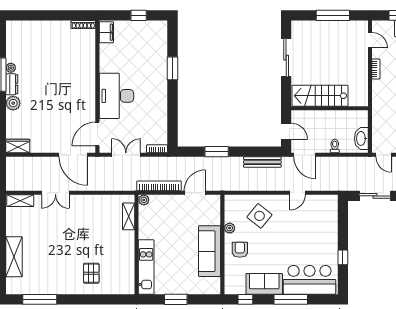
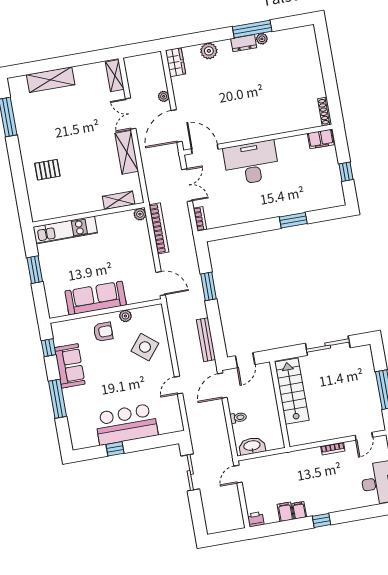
plant: (13, 103) -> (209, 51), moved
plant: (46, 162) -> (164, 96), added
door: (195, 193) -> (161, 283), moved
door: (298, 193) -> (178, 385), hinge flipped
shelving: (88, 202) -> (127, 152), added
bar counter: (310, 280) -> (126, 424), moved, turned -90

